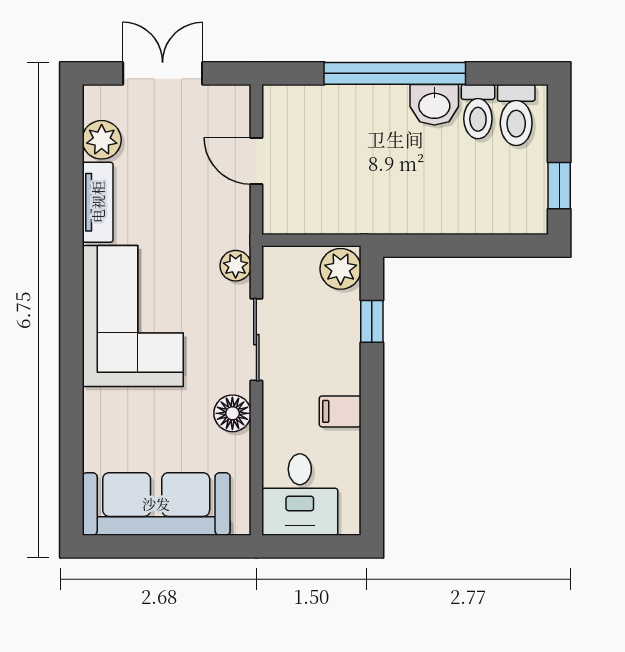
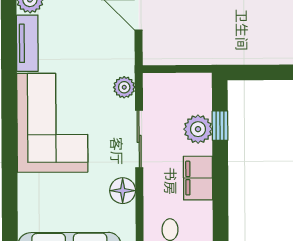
plant: (341, 269) -> (198, 129), moved
filing cabinet: (340, 411) -> (198, 178), width x2.00

